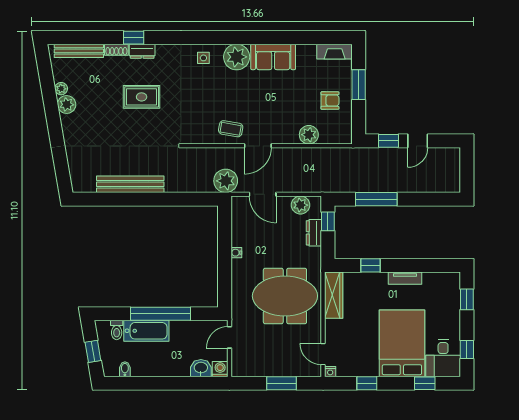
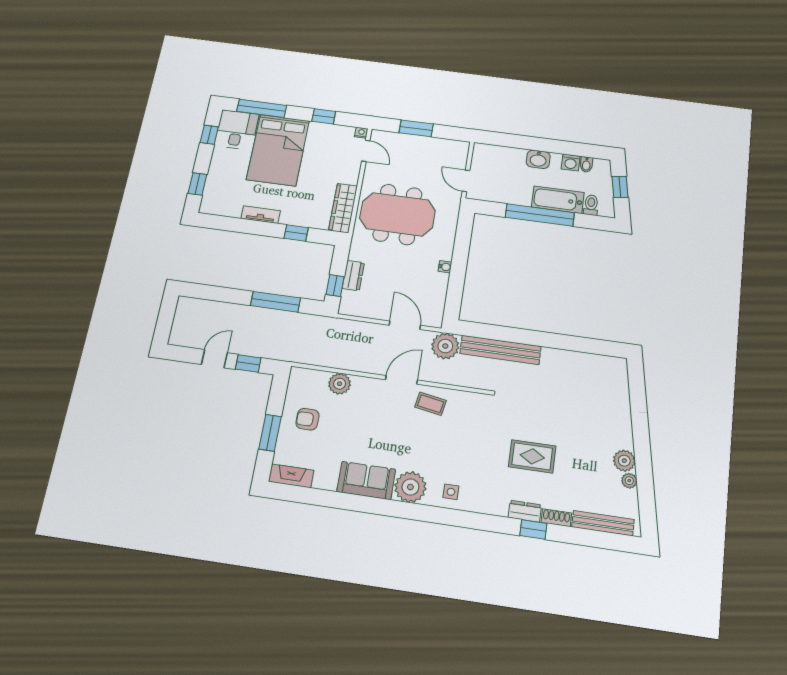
bench: (130, 184) -> (500, 350), moved
plant: (301, 205) -> (363, 307), removed
door: (229, 337) -> (466, 181), swing flipped
washbasin: (201, 368) -> (538, 159), moved
washing machine: (220, 369) -> (571, 163), moved
window: (425, 383) -> (262, 108), width x2.17

